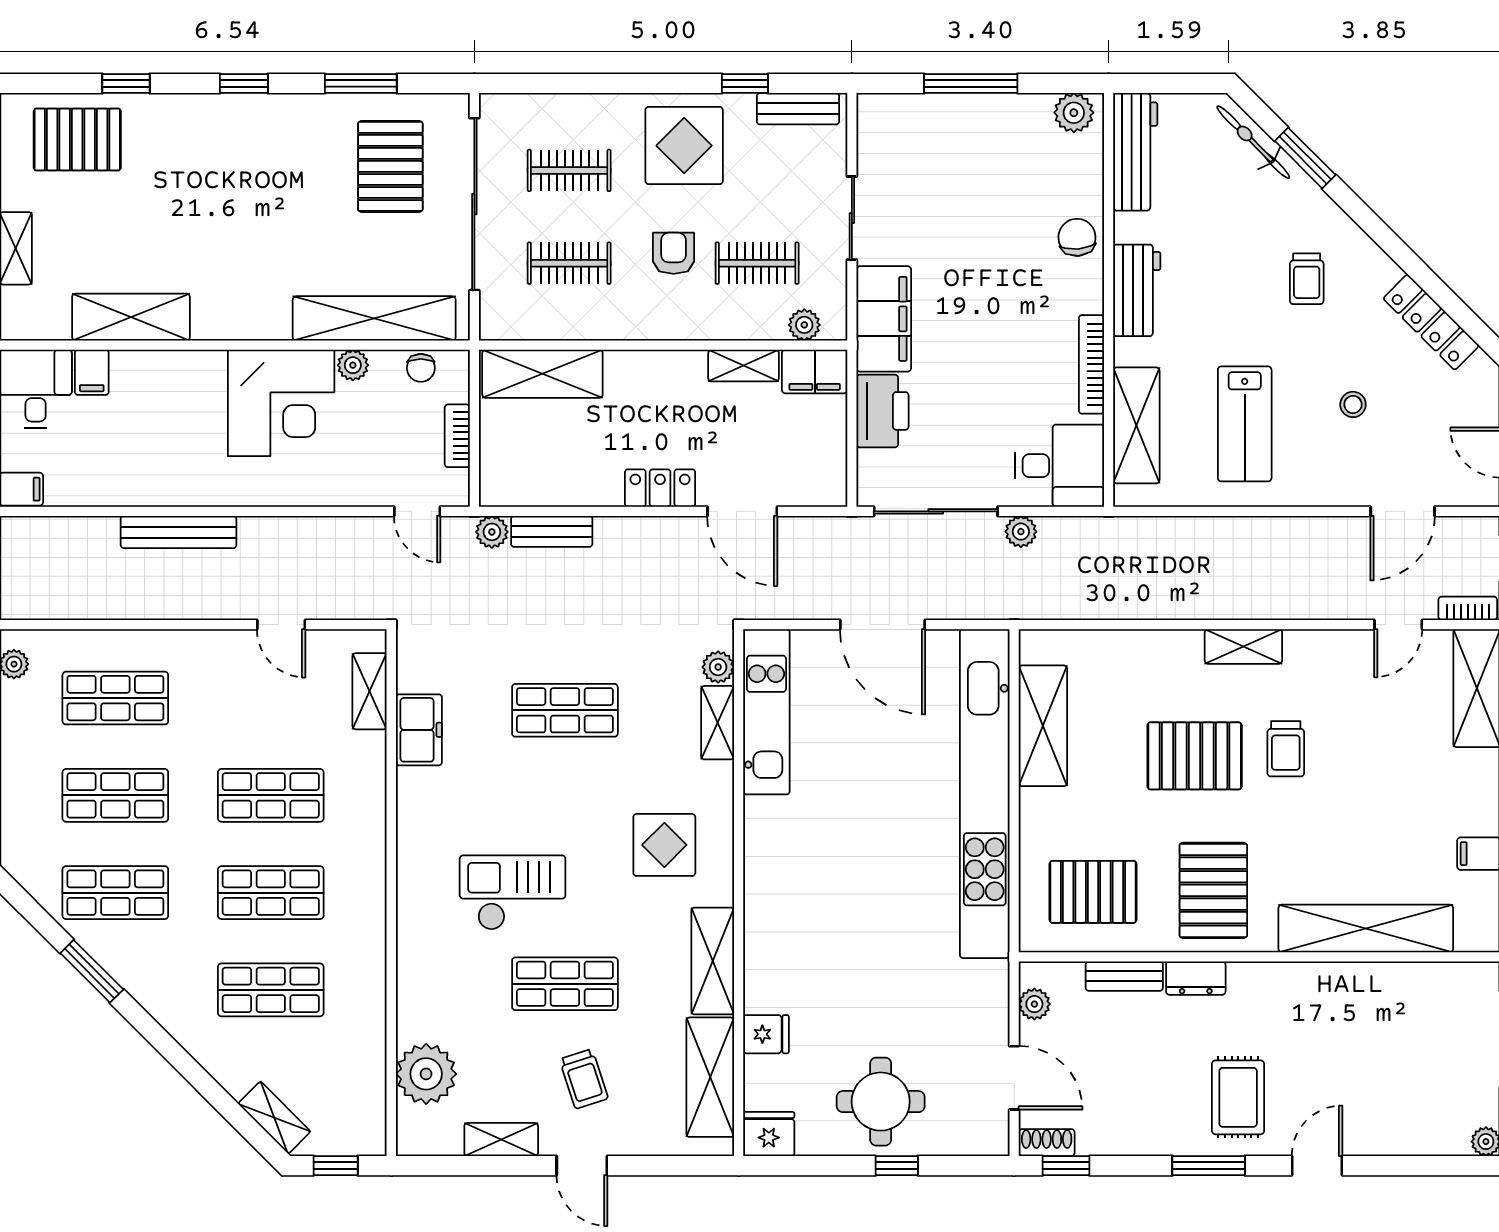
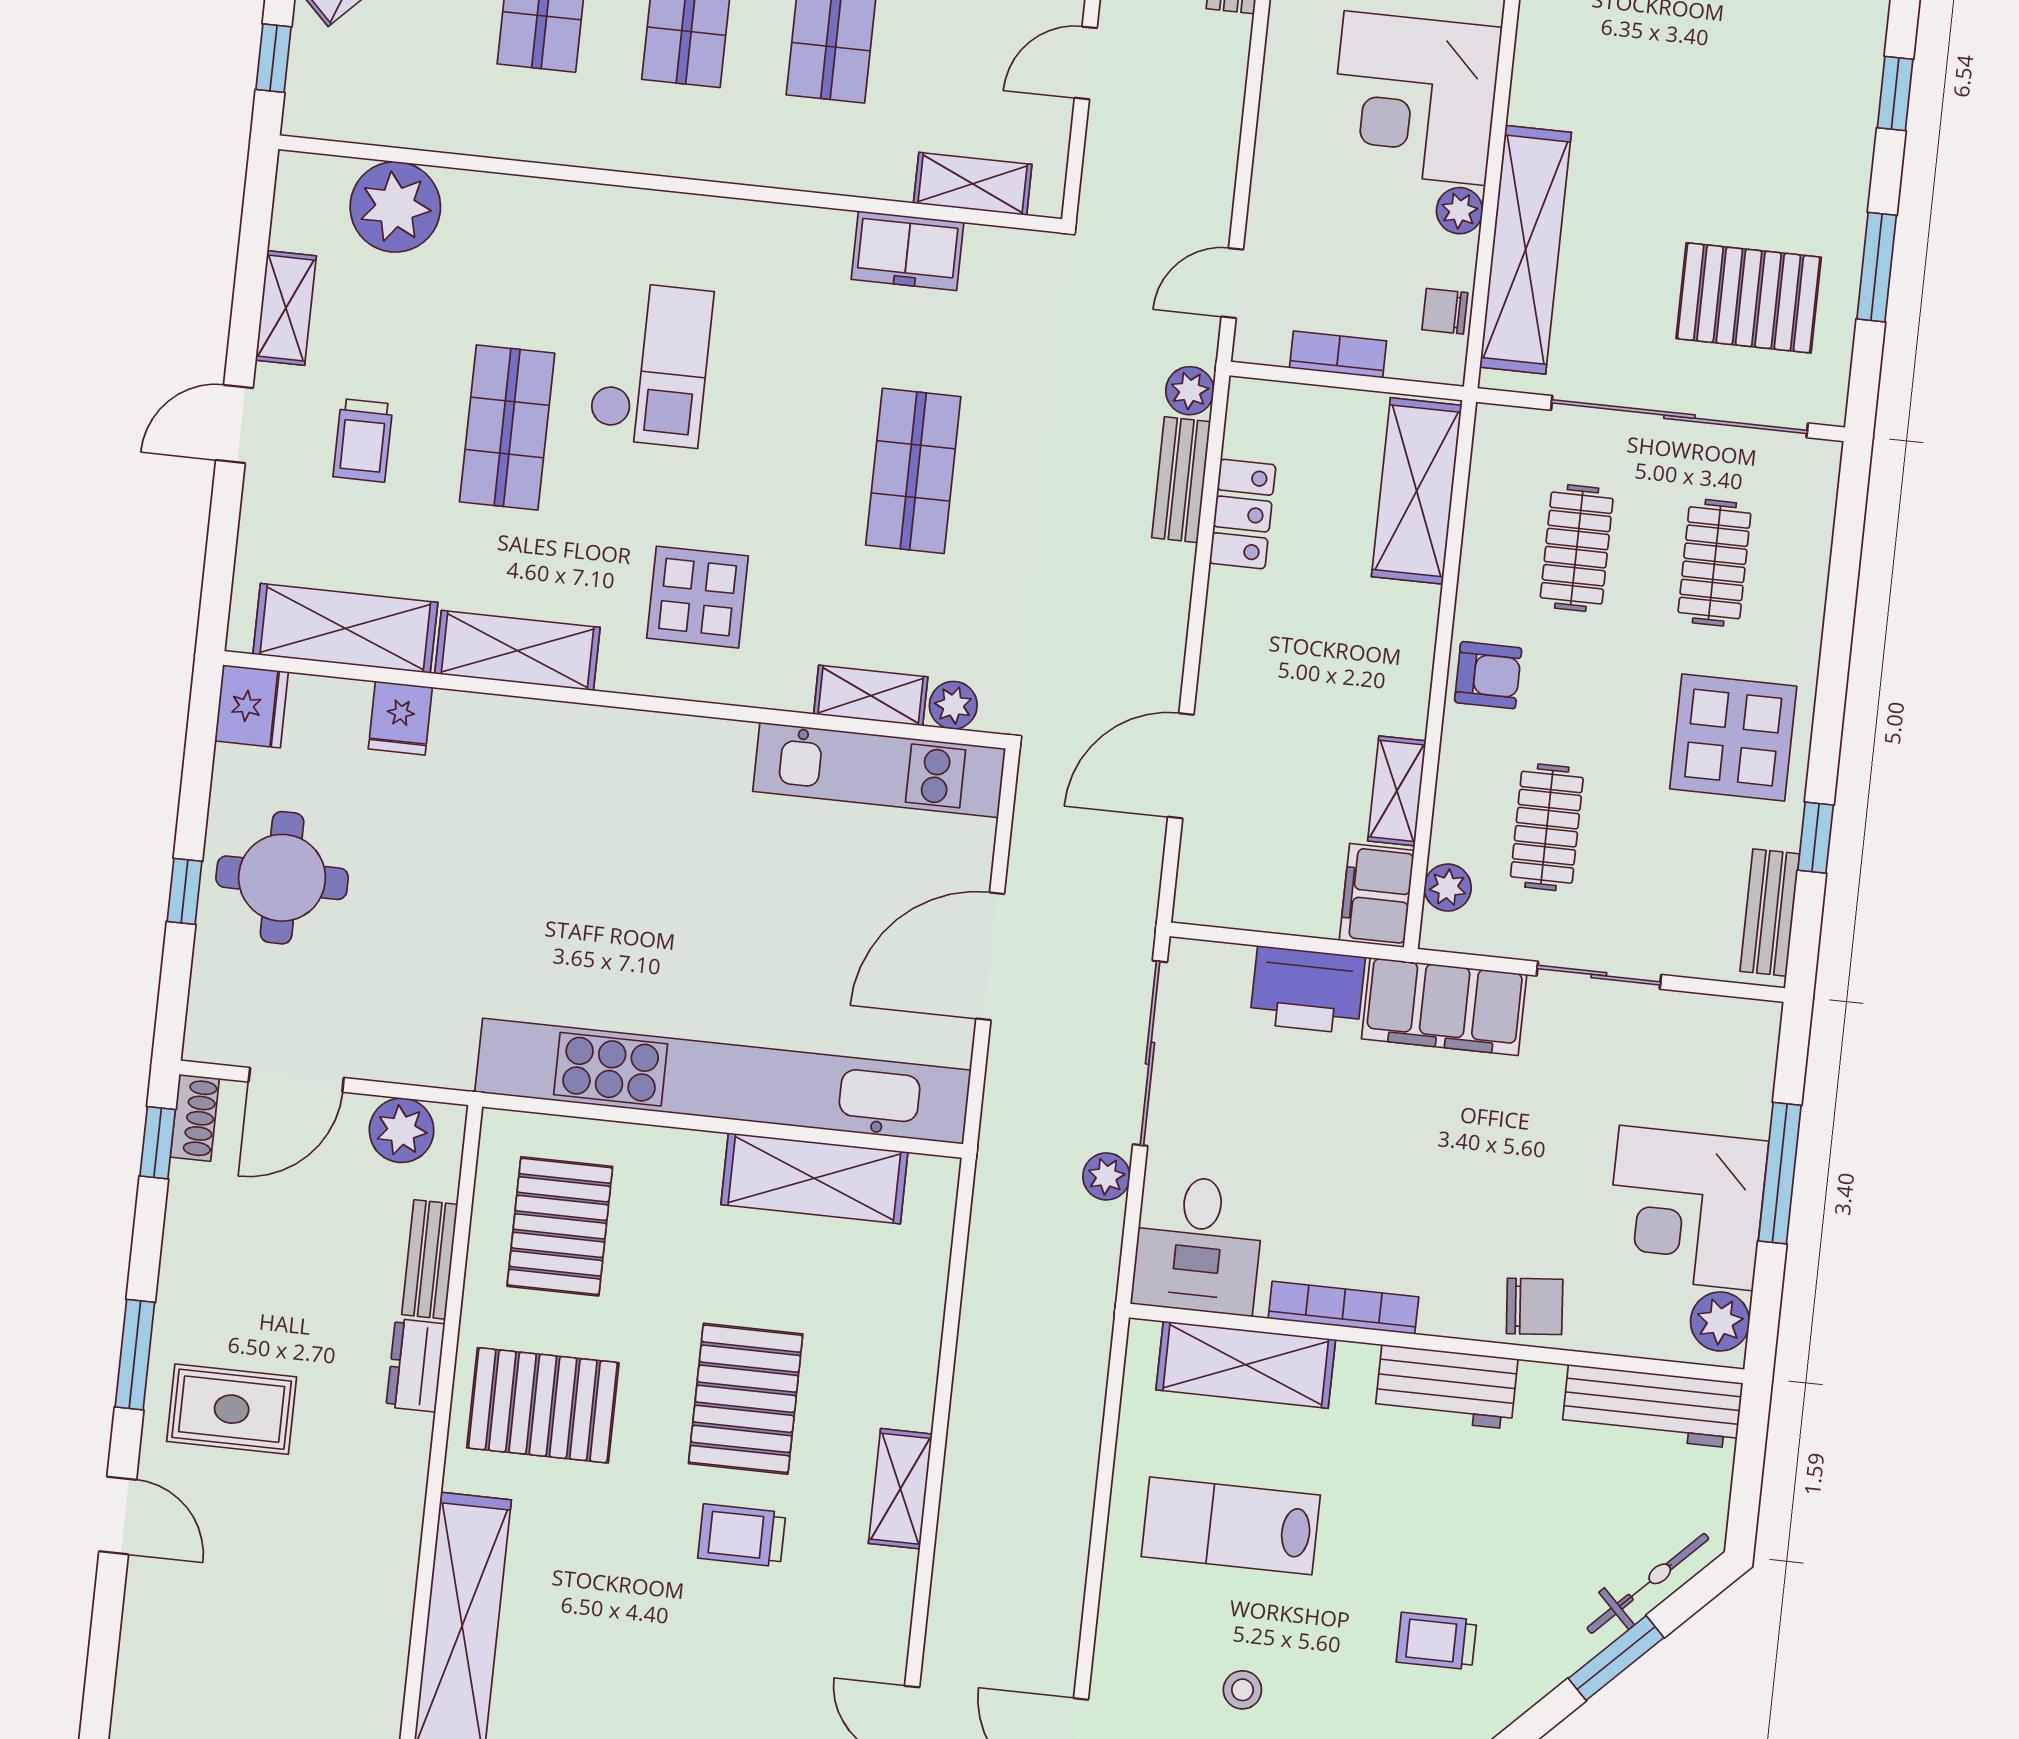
corner desk: (1001, 143) -> (1686, 1208), added
armchair: (674, 253) -> (1488, 675), moved
locker: (660, 488) -> (1243, 514), moved
plant: (1034, 1004) -> (402, 1130), width x1.38, depth x1.38
trolley: (584, 1079) -> (363, 440), turned -72

